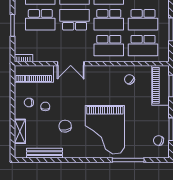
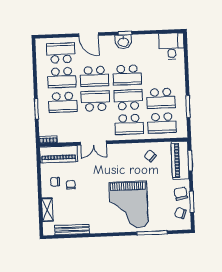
school desk: (109, 20) -> (128, 100), turned 180
chair: (65, 126) -> (181, 194), moved

